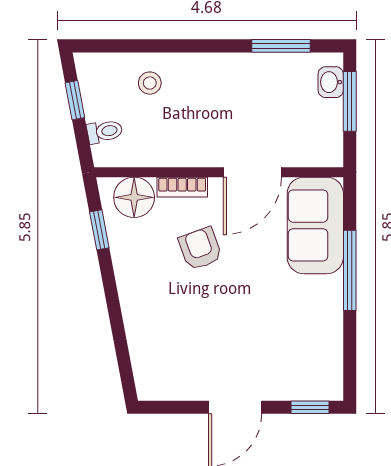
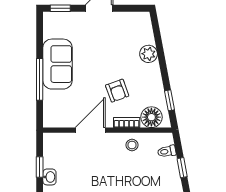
stool: (150, 83) -> (132, 145), moved
window: (350, 101) -> (40, 167), width x0.67
sofa: (315, 225) -> (57, 64), moved
plant: (140, 319) -> (149, 54), added

